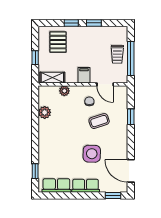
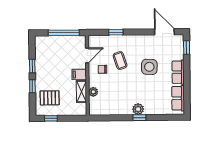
trolley: (117, 54) -> (60, 45), removed
window: (35, 58) -> (51, 118), moved
shelving: (52, 78) -> (81, 92), moved
plant: (45, 112) -> (138, 109), moved
window: (35, 171) -> (139, 118), moved
door: (131, 171) -> (164, 32), swing flipped

